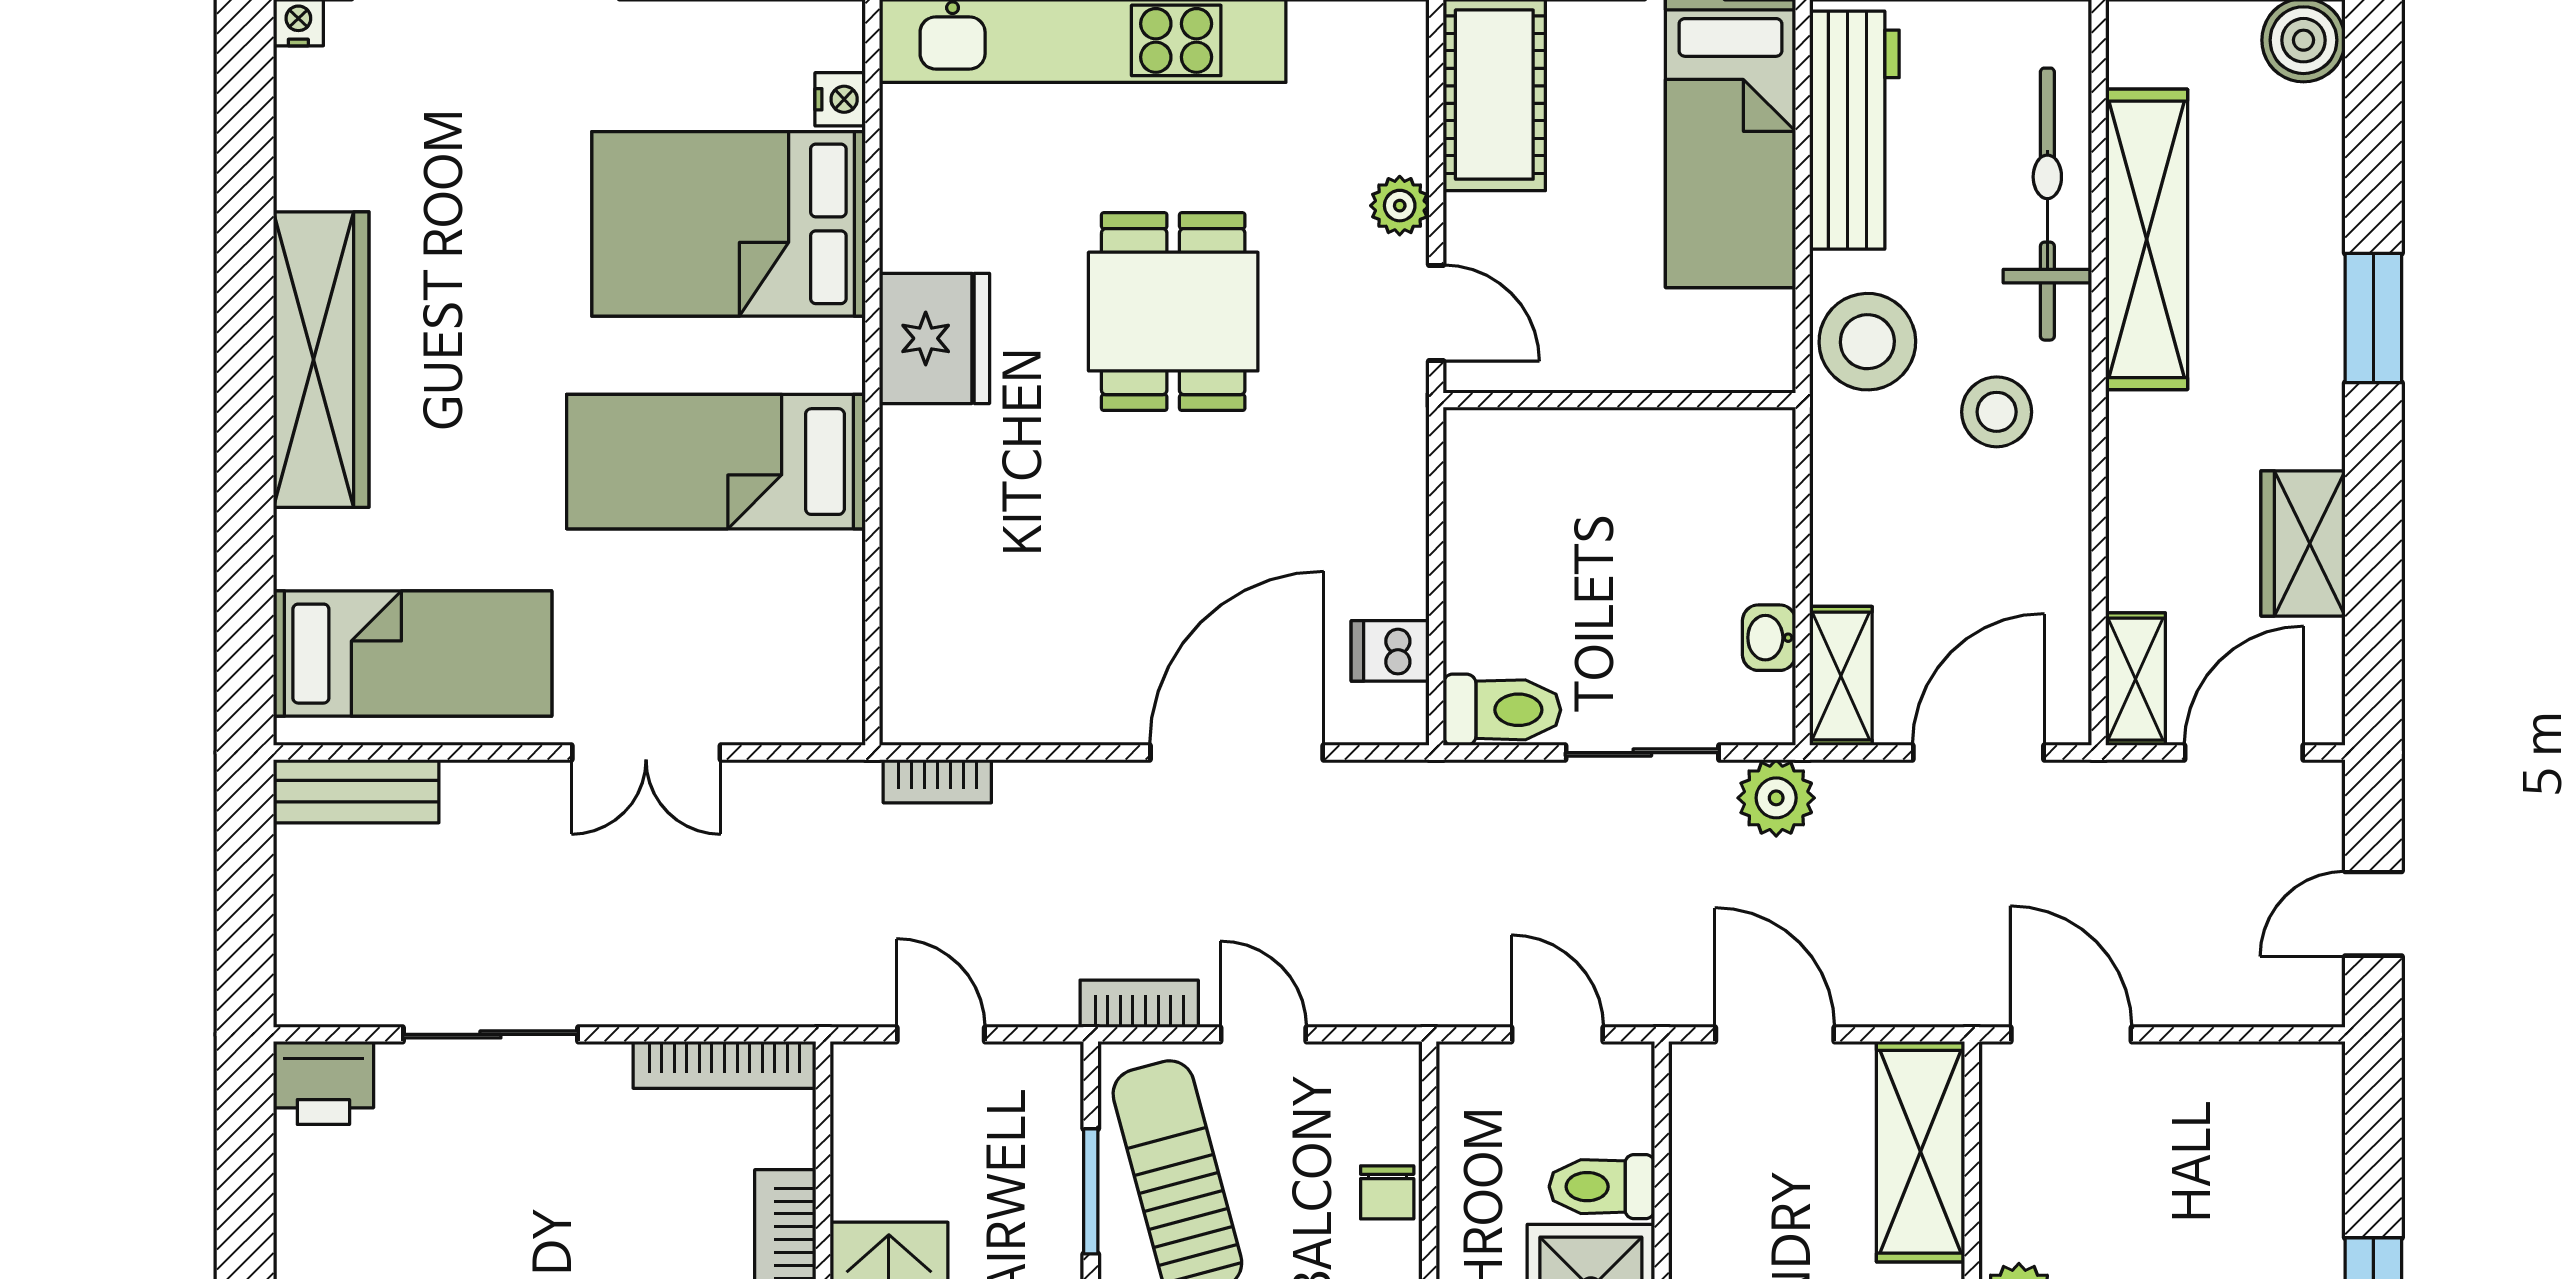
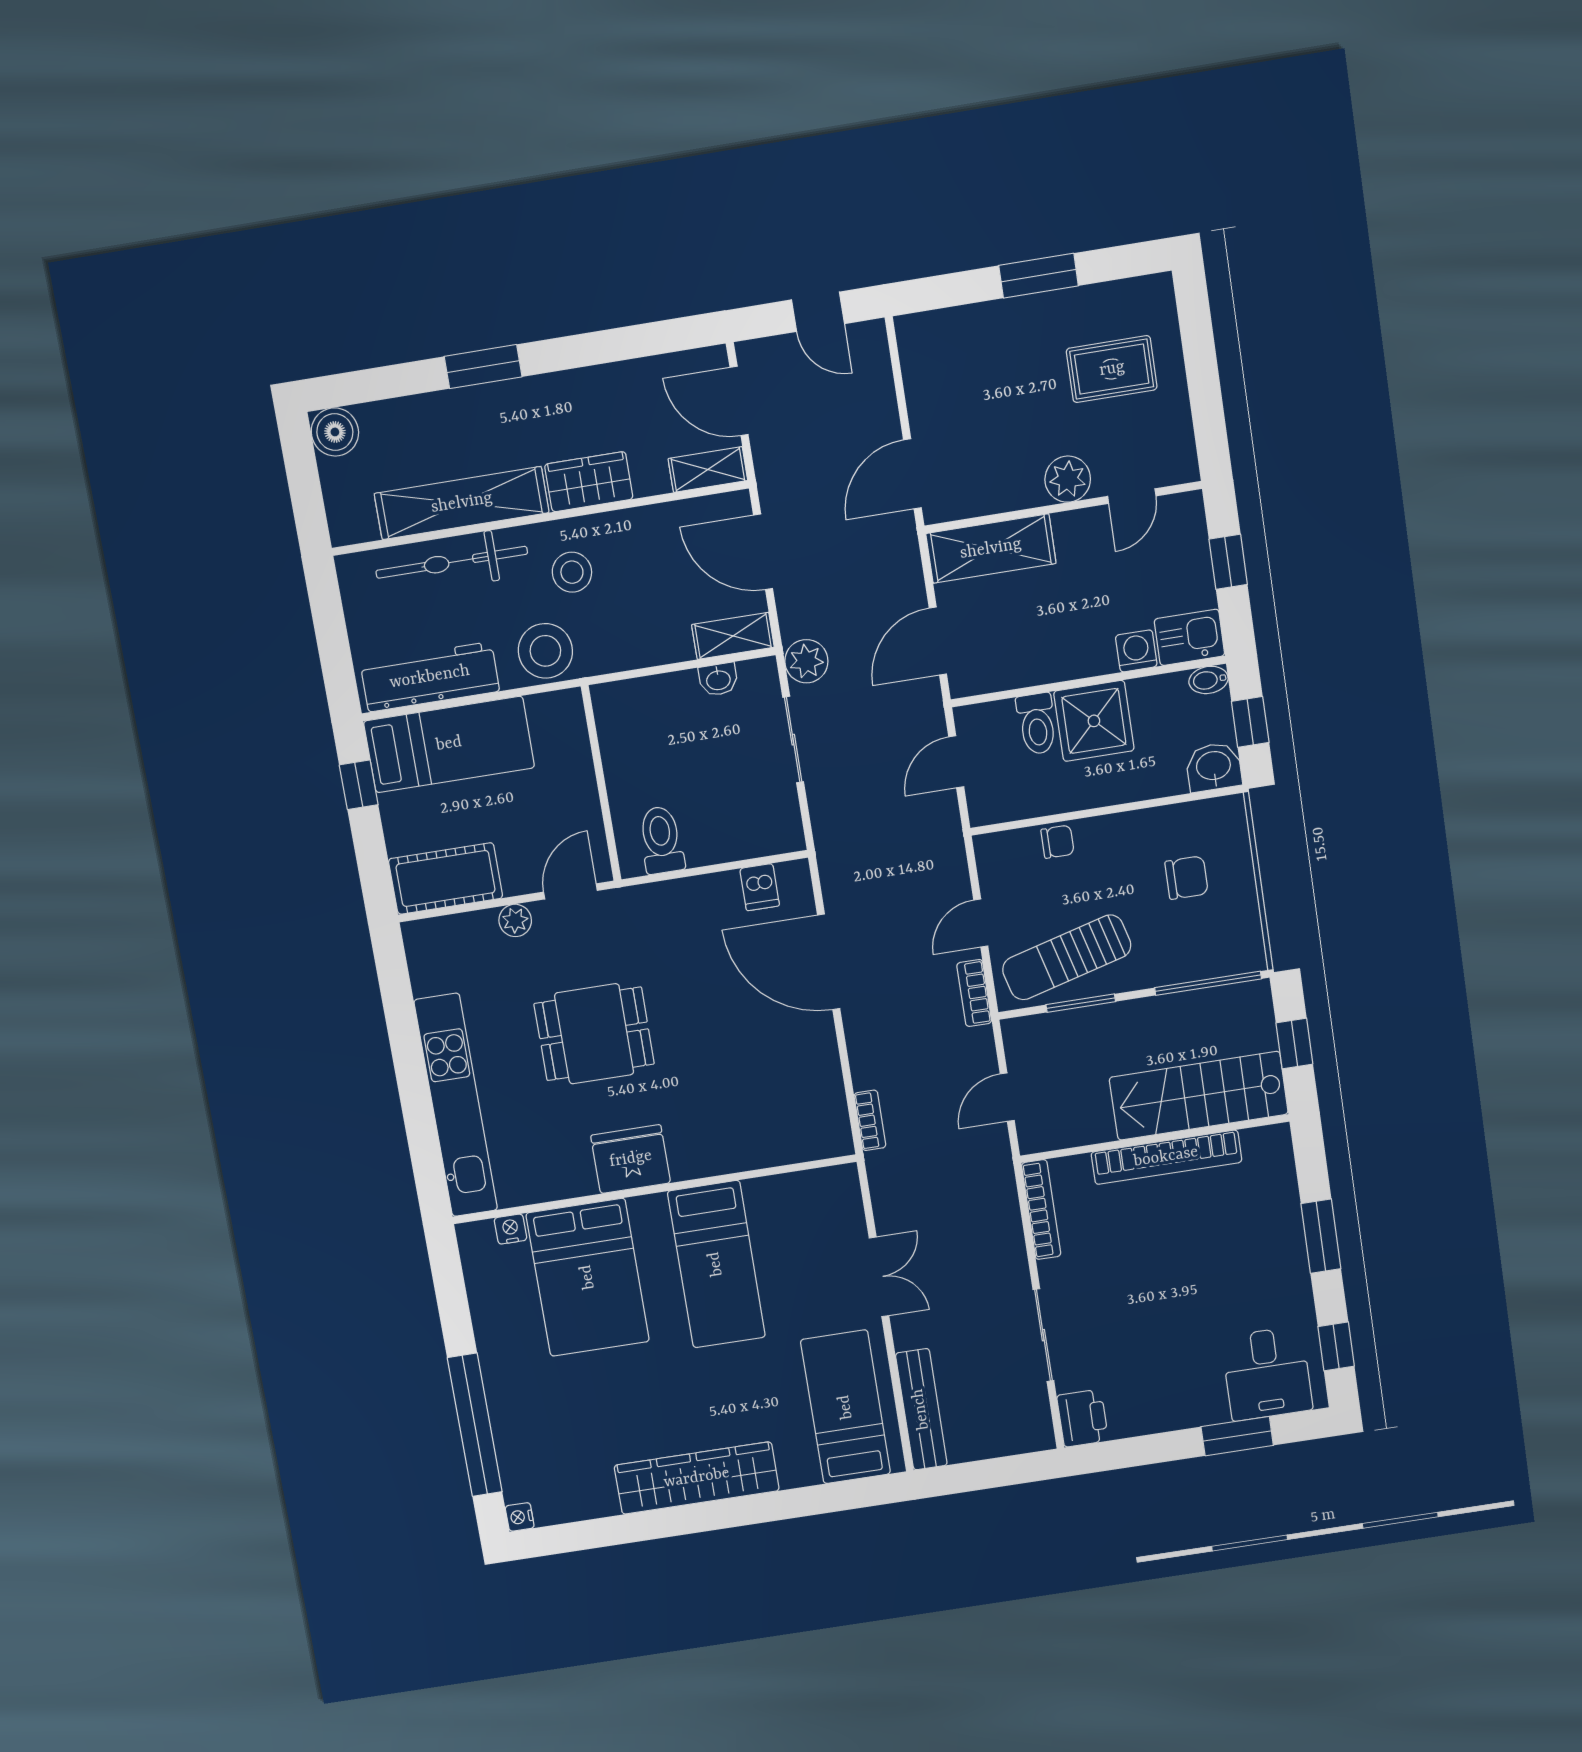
wardrobe: (2303, 543) -> (589, 482), moved, turned 180
toilet: (1502, 710) -> (661, 840), moved
bench: (356, 791) -> (921, 1409), width x1.36

